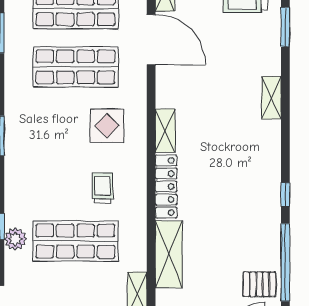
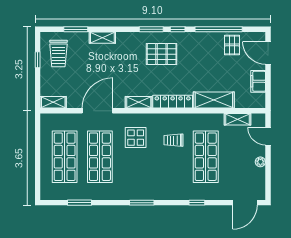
door: (151, 40) -> (97, 111), moved
shelving: (271, 98) -> (102, 38), moved
window: (285, 151) -> (151, 29), added
pallet: (244, 168) -> (162, 54), added
plant: (15, 239) -> (204, 193), removed

